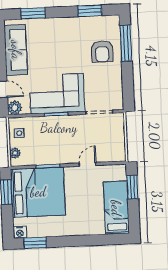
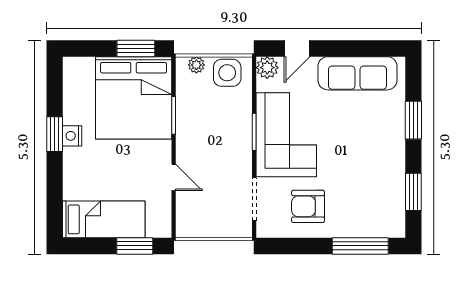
window: (33, 13) -> (413, 120), moved
armchair: (102, 51) -> (308, 206), moved
side table: (19, 133) -> (227, 73), width x1.87, depth x1.87
nightstand: (20, 232) -> (72, 136), moved
window: (35, 243) -> (55, 134), moved

